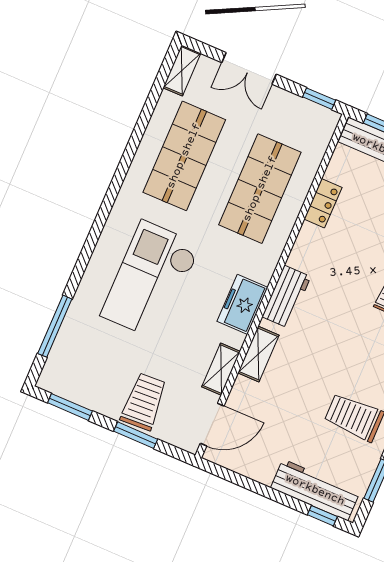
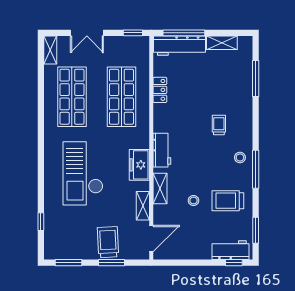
window: (55, 326) -> (41, 222), width x0.46
stool: (302, 394) -> (194, 200), added
workbench: (315, 490) -> (231, 250), width x0.73

